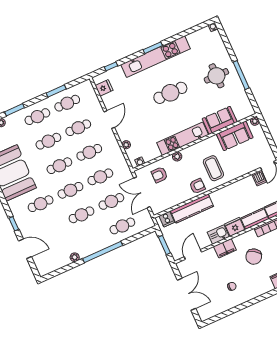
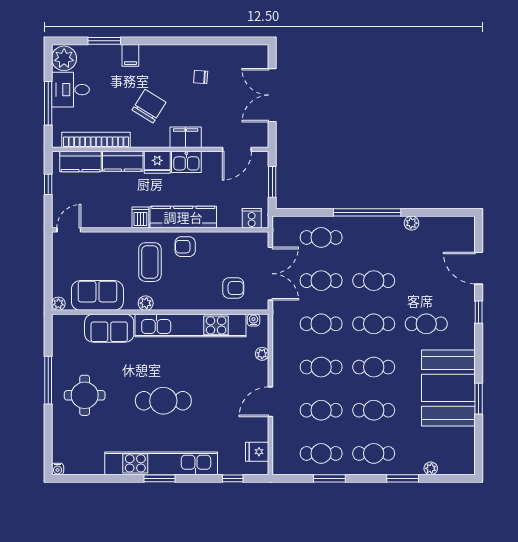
kitchen unit: (183, 139) -> (191, 325), width x1.36
plant: (177, 157) -> (146, 303), moved
dishwasher: (259, 178) -> (140, 218), moved
kitchen counter: (192, 209) -> (183, 217), moved

